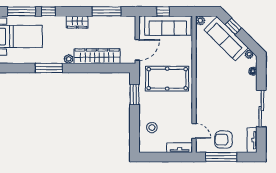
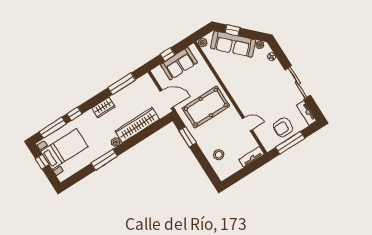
sofa: (168, 26) -> (179, 64), width x0.73
door: (137, 50) -> (167, 99), hinge flipped
door: (194, 131) -> (247, 124), moved

